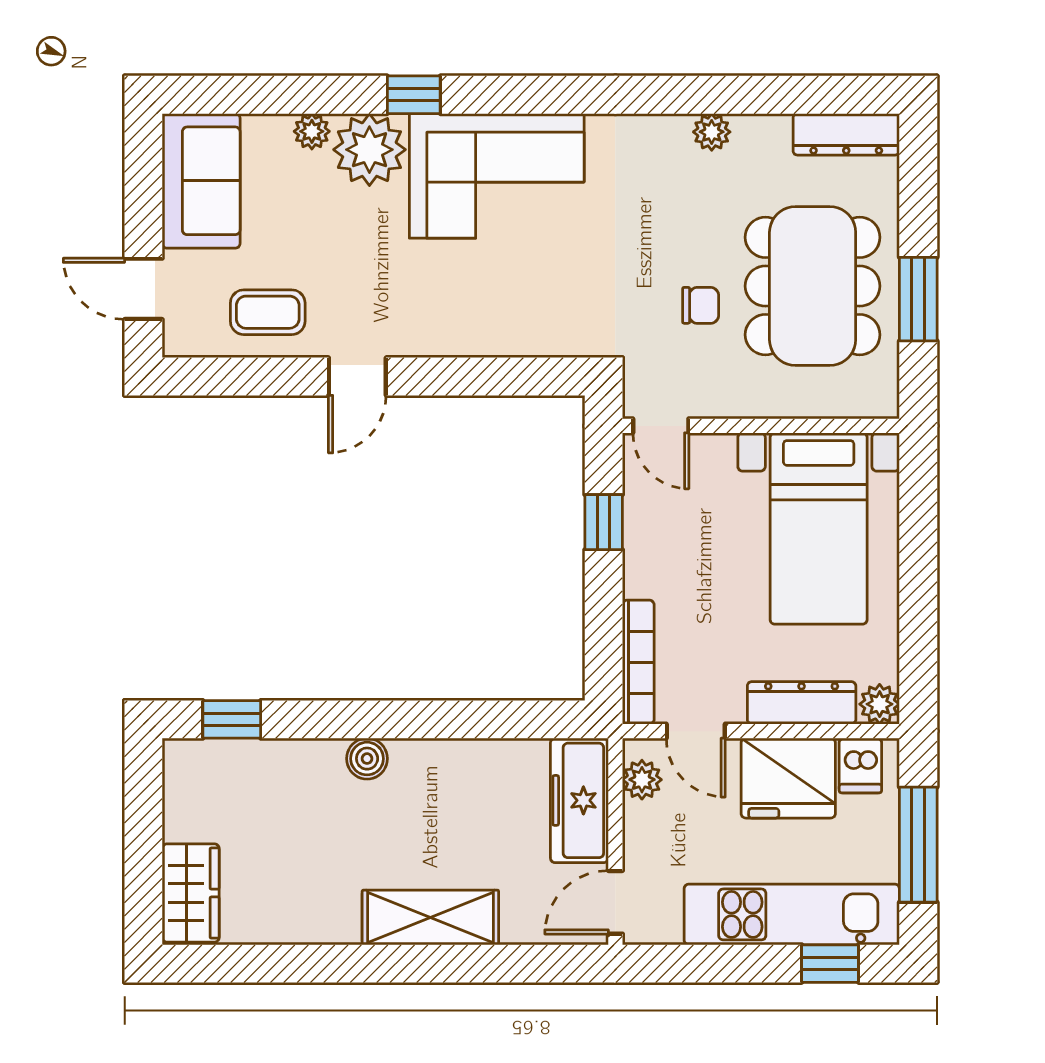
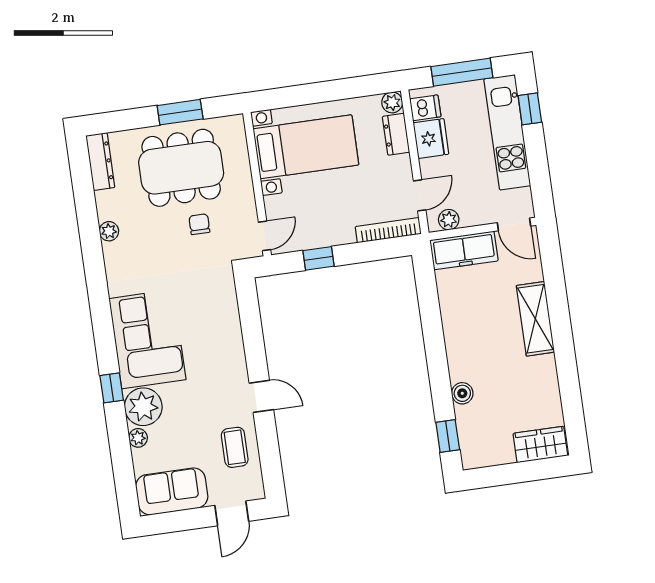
dresser: (802, 703) -> (396, 134), width x0.70
boiler: (367, 759) -> (462, 393), moved
fridge: (788, 778) -> (431, 138), width x0.73, depth x0.75

